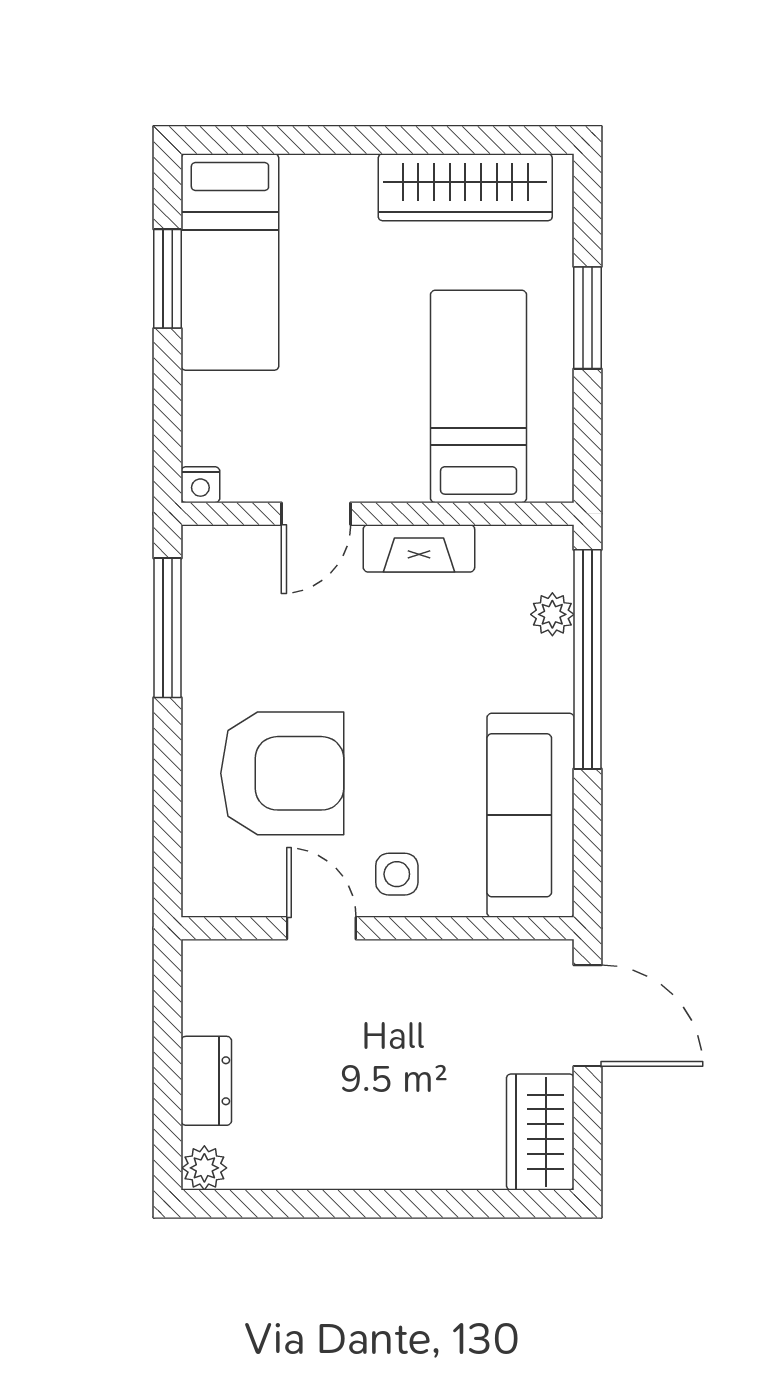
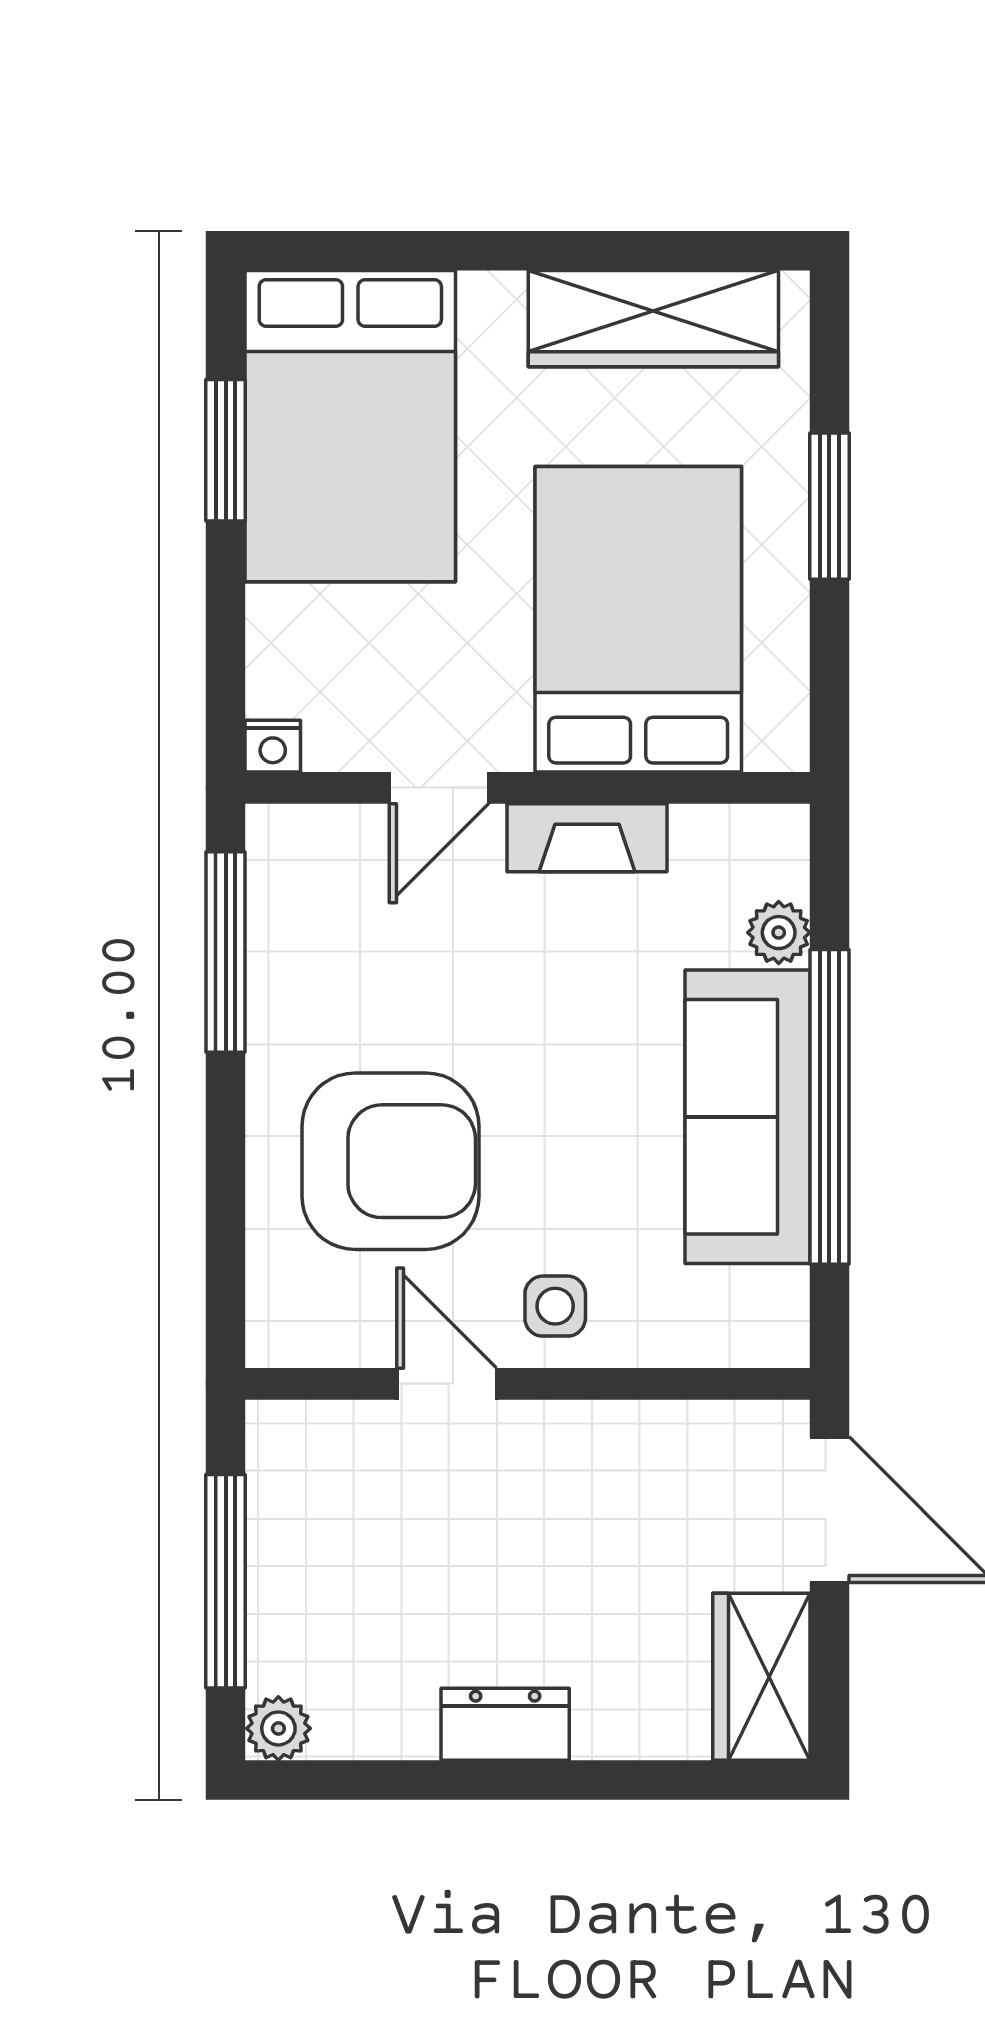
bed: (230, 262) -> (350, 426), width x1.50
bed: (479, 396) -> (638, 619), width x1.50
window: (588, 659) -> (829, 1107), moved
sofa: (531, 815) -> (747, 1117), moved
window: (168, 1065) -> (226, 1581), added
dresser: (206, 1081) -> (505, 1724), moved, turned -90

